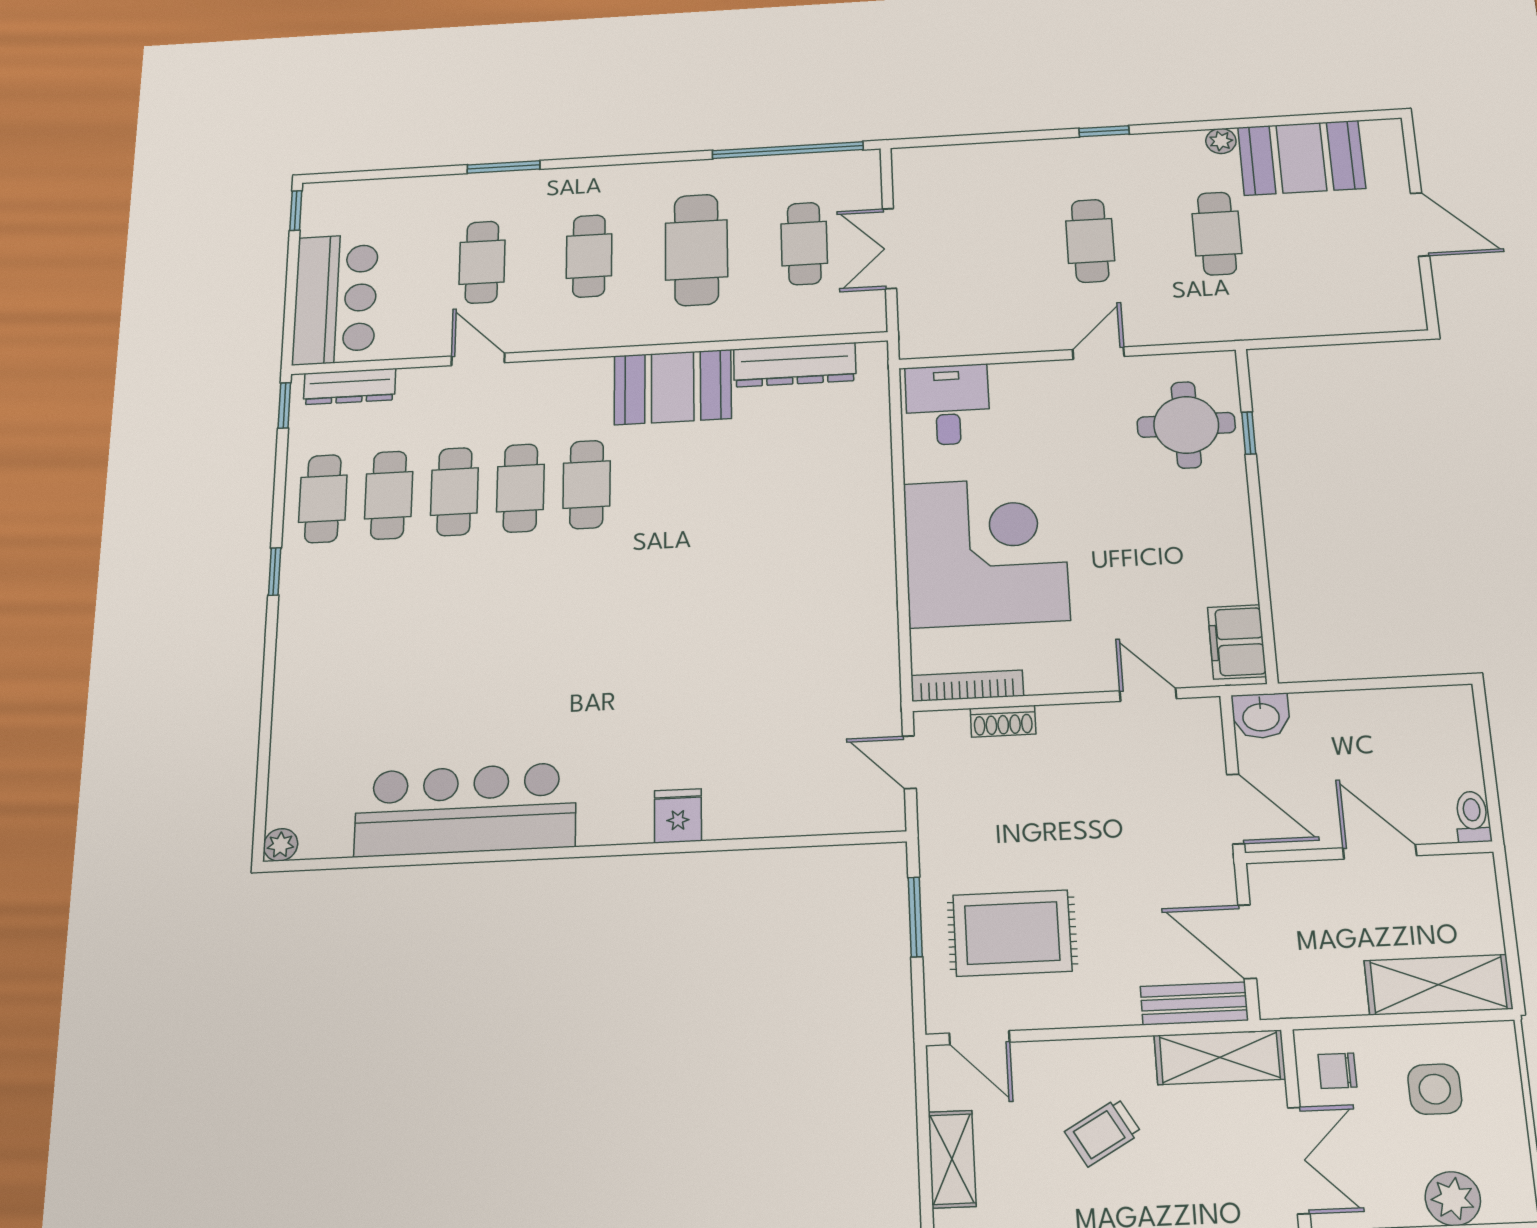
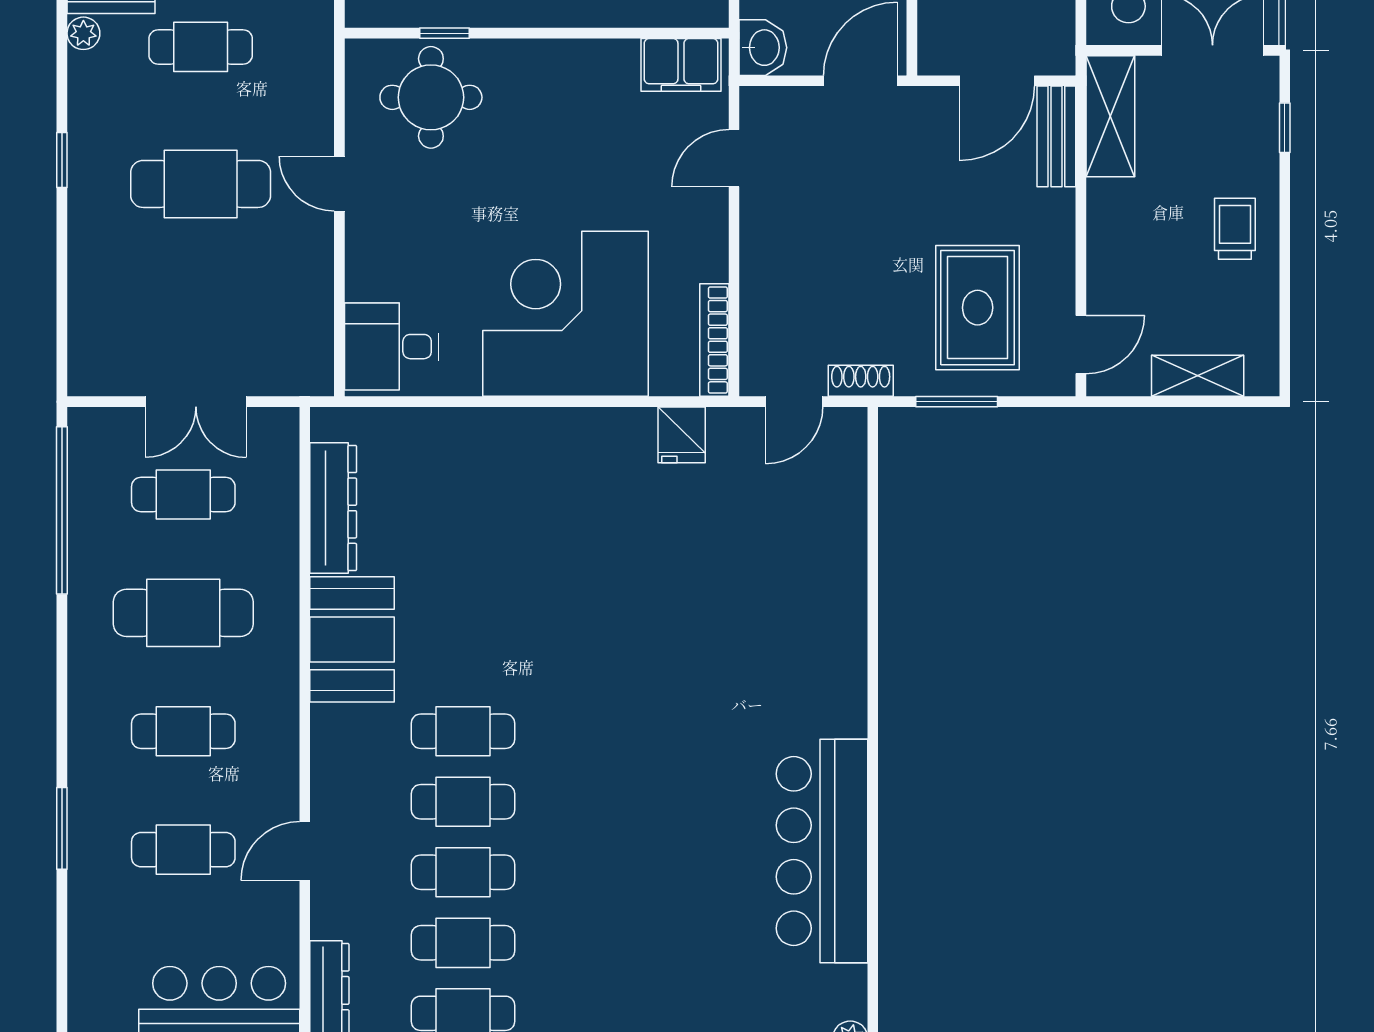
cafe table: (1090, 241) -> (201, 184), width x1.37, depth x1.35
shoe rack: (1003, 721) -> (861, 381), moved, turned -90
fridge: (678, 816) -> (682, 435), moved, turned -90
trolley: (1103, 1132) -> (1235, 229), moved, turned -150

